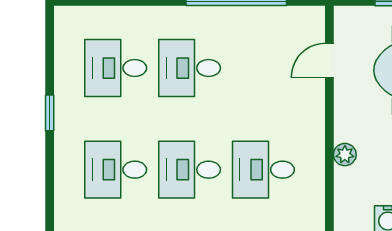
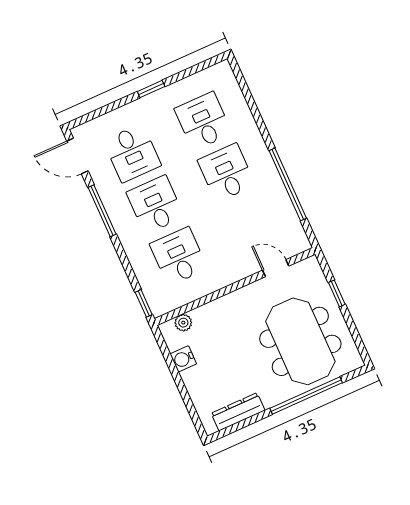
plant: (345, 155) -> (183, 323), moved
desk: (116, 170) -> (132, 153), turned 180

